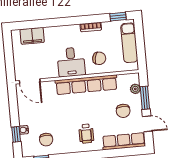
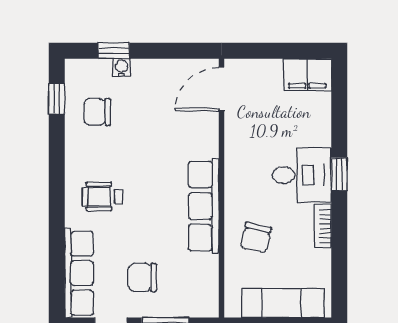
window: (118, 17) -> (339, 174), moved
filing cabinet: (32, 36) -> (307, 75), moved, turned -90
desk: (71, 62) -> (302, 175), moved, turned 180
row of seats: (86, 85) -> (204, 206), width x0.73
plant: (135, 89) -> (186, 307), removed

